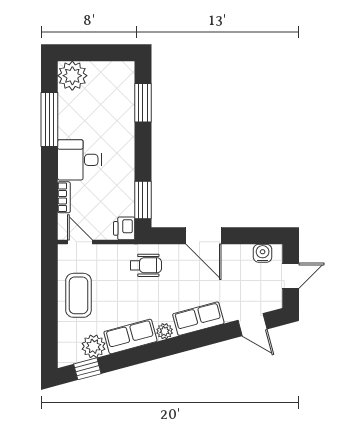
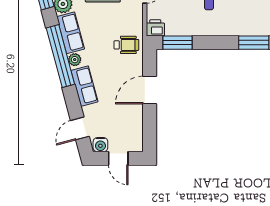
water cooler: (263, 253) -> (100, 145), moved, turned 90
wheelchair: (146, 265) -> (126, 45), turned -90
window: (160, 349) -> (60, 56), added

